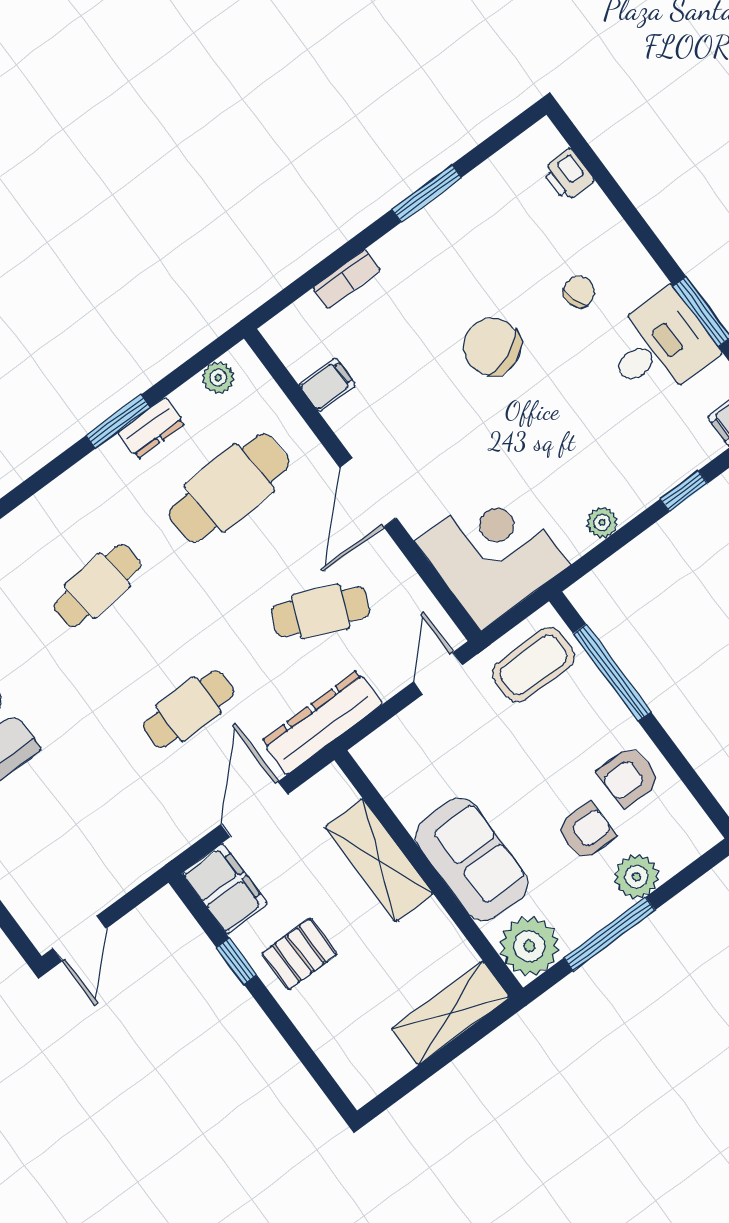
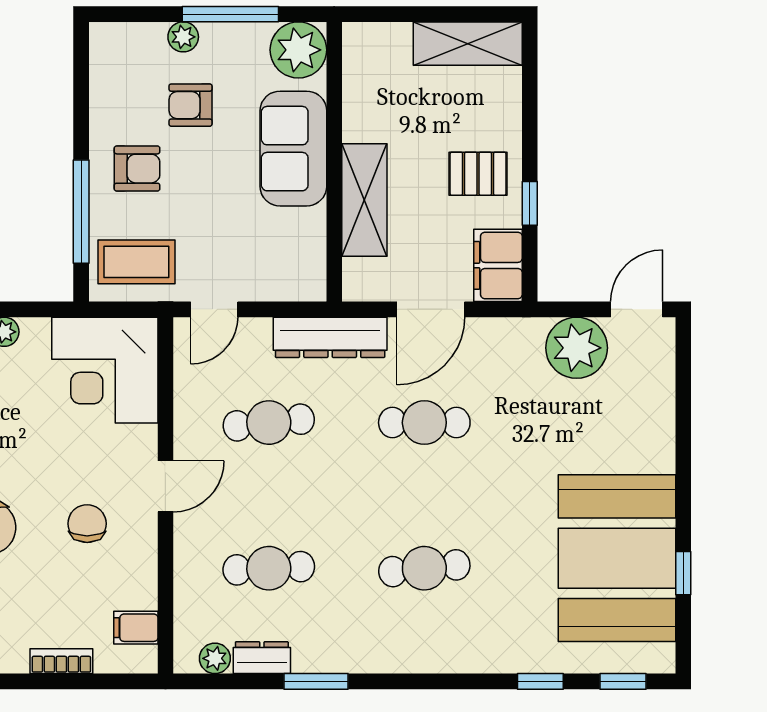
filing cabinet: (327, 385) -> (136, 628), moved
chair: (411, 412) -> (87, 524), added
dresser: (151, 428) -> (262, 658), moved
cafe table: (229, 488) -> (269, 568), width x0.73, depth x0.74
door: (368, 493) -> (165, 486), width x0.73
cafe table: (321, 612) -> (269, 423), turned -30
armchair: (629, 776) -> (137, 169), moved
plant: (106, 868) -> (577, 348), added
plant: (636, 877) -> (183, 37), width x0.73, depth x0.73
shelving: (450, 1013) -> (468, 44), moved

